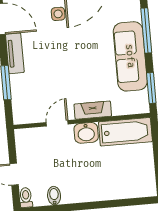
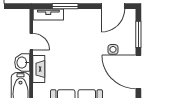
tv unit: (15, 53) -> (48, 15), moved

